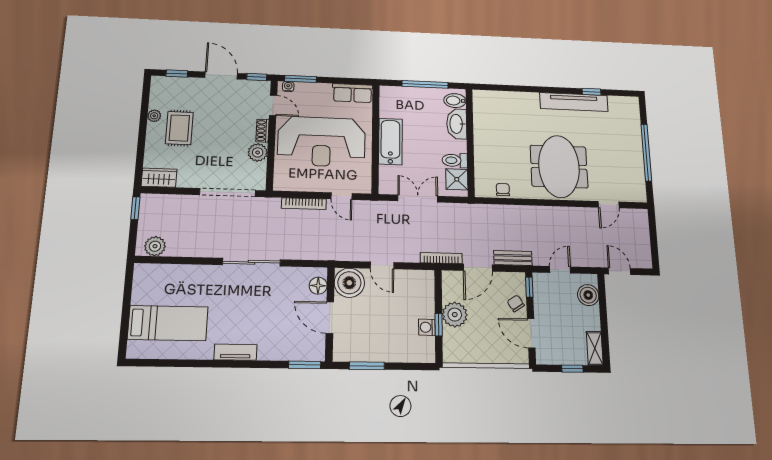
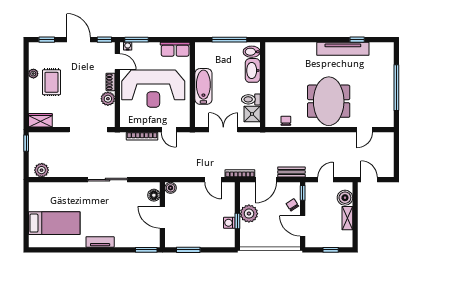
door: (382, 265) -> (213, 180), moved
boiler: (349, 283) -> (171, 188), width x0.54, depth x0.54
shelving: (595, 348) -> (347, 218), moved

